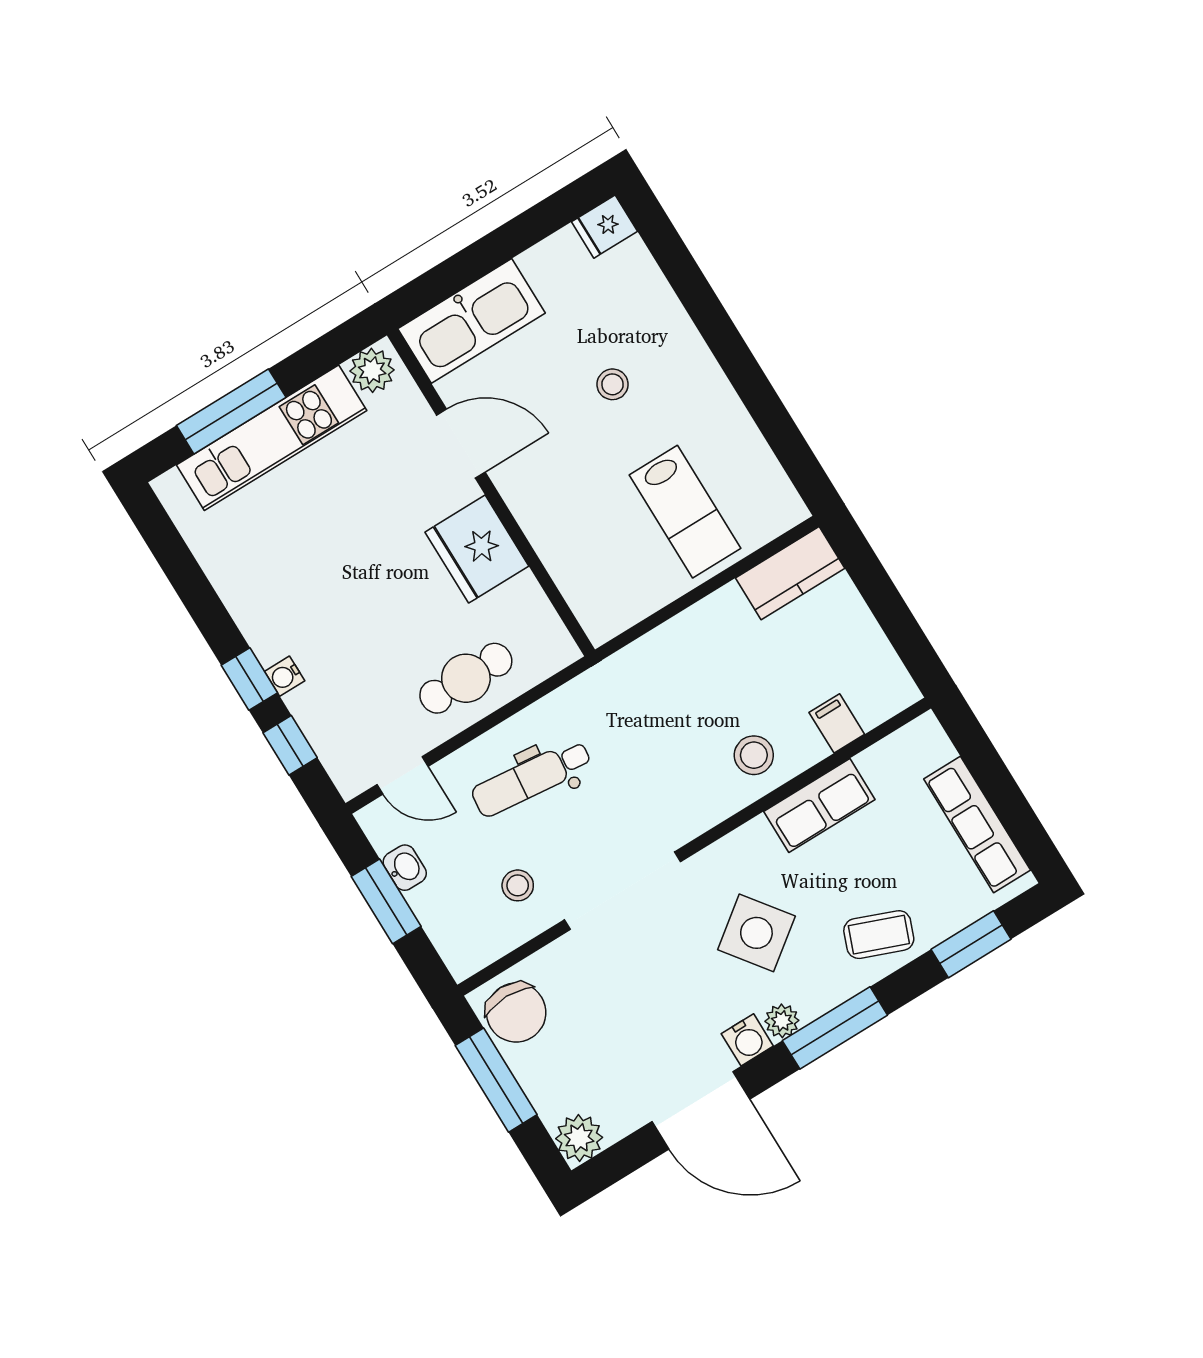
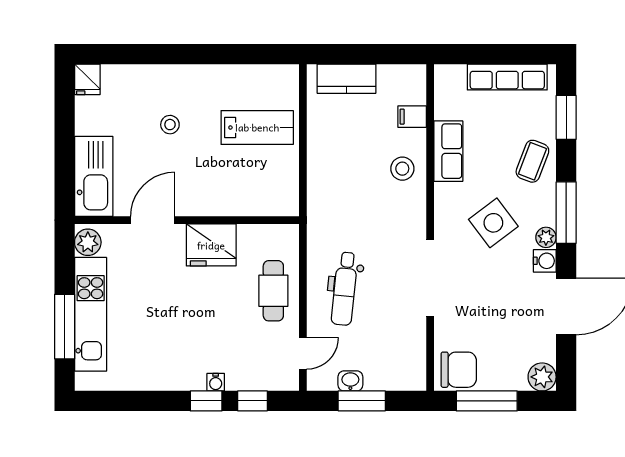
kitchen counter: (790, 573) -> (346, 79), moved, turned 90
stool: (518, 885) -> (395, 329), removed

